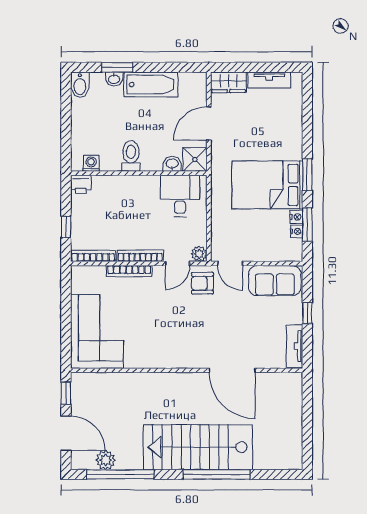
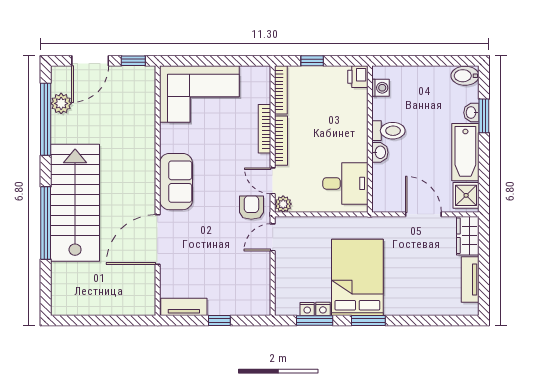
shower: (195, 159) -> (466, 195), moved
washbasin: (172, 164) -> (380, 152), moved
sofa: (275, 281) -> (176, 182), moved, turned 180

